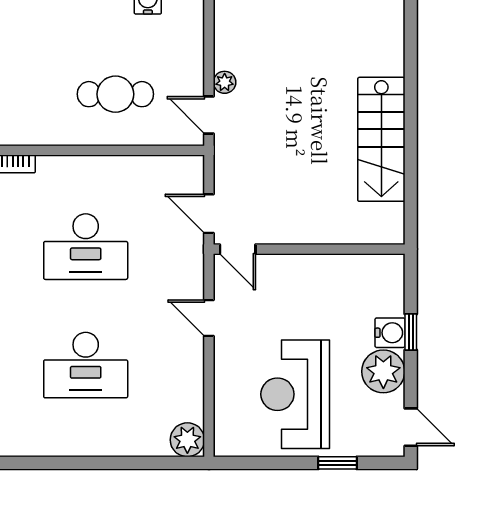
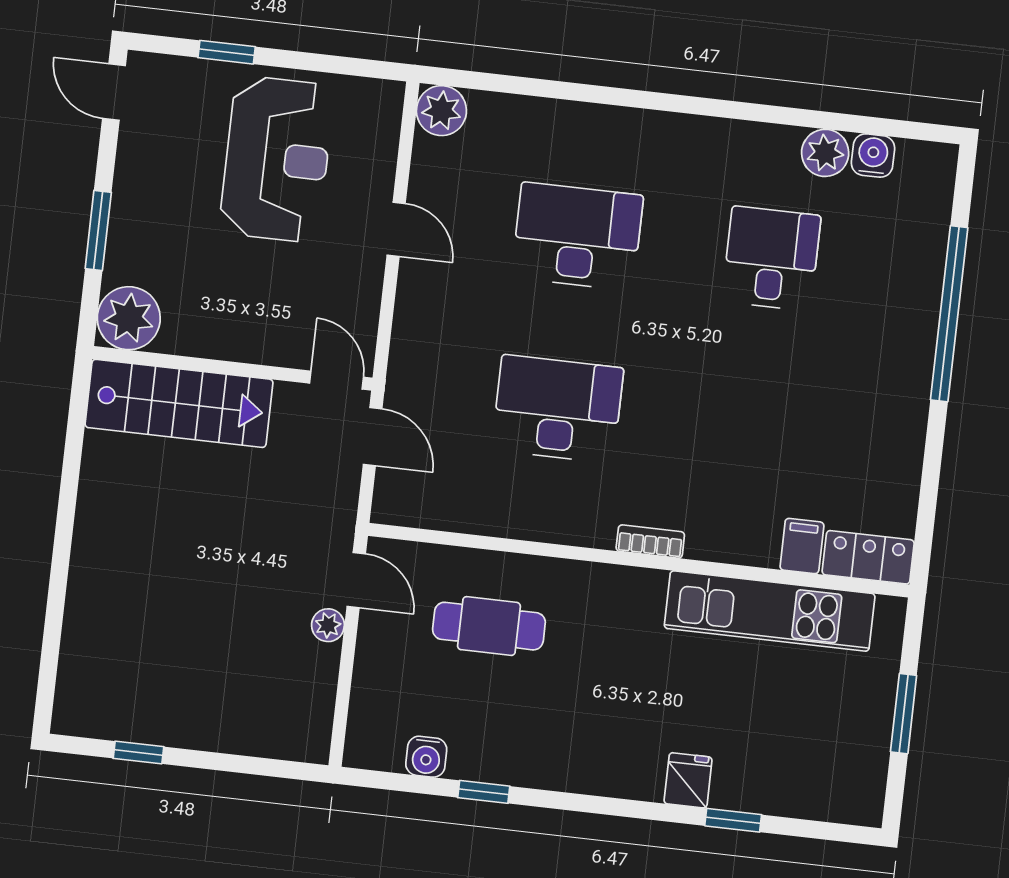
stairs: (381, 139) -> (179, 403), moved, turned 90
door: (209, 318) -> (396, 229), moved
window: (411, 332) -> (98, 230), width x1.50
water cooler: (390, 333) -> (129, 233), removed
plant: (383, 371) -> (129, 318), moved

